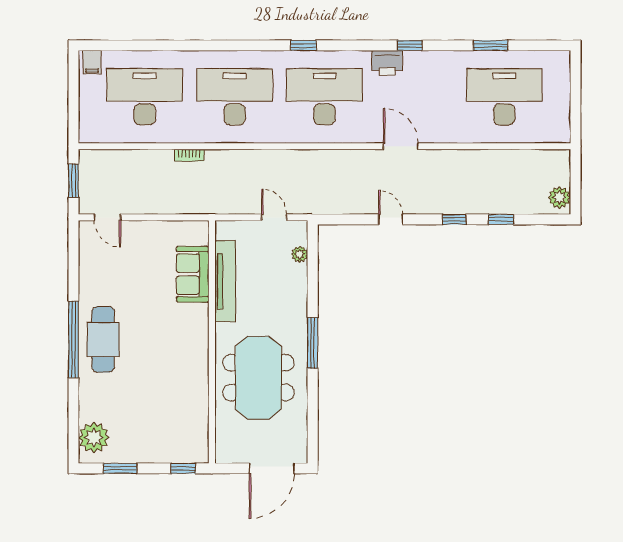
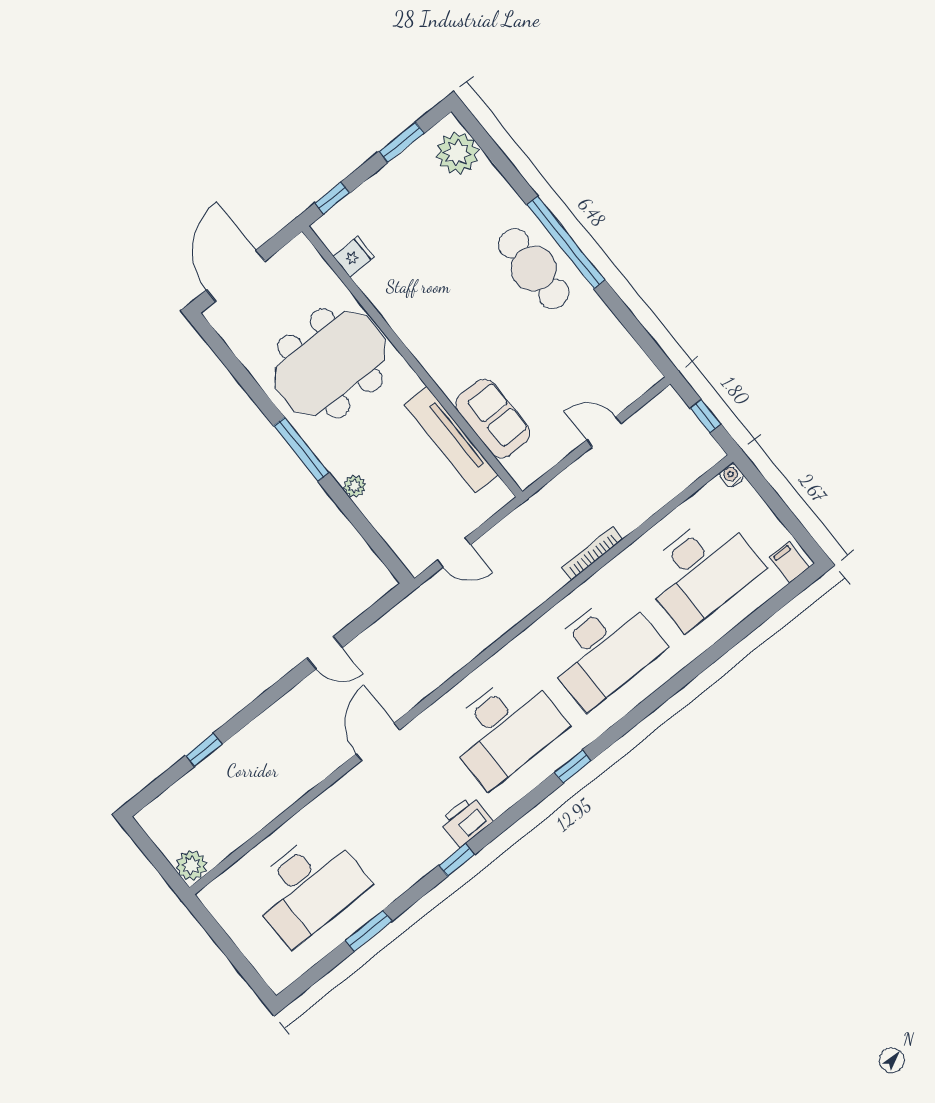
water cooler: (85, 136) -> (732, 475), added
door: (401, 146) -> (378, 742), swing flipped
bookcase: (189, 155) -> (592, 553), width x1.56
window: (73, 181) -> (705, 416), width x0.67
plant: (559, 198) -> (191, 866), moved
door: (108, 217) -> (604, 432), moved
window: (454, 219) -> (255, 709), removed
plant: (300, 254) -> (355, 486), moved
meeting table: (258, 378) -> (330, 363), turned 90
fridge: (197, 426) -> (354, 256), added

